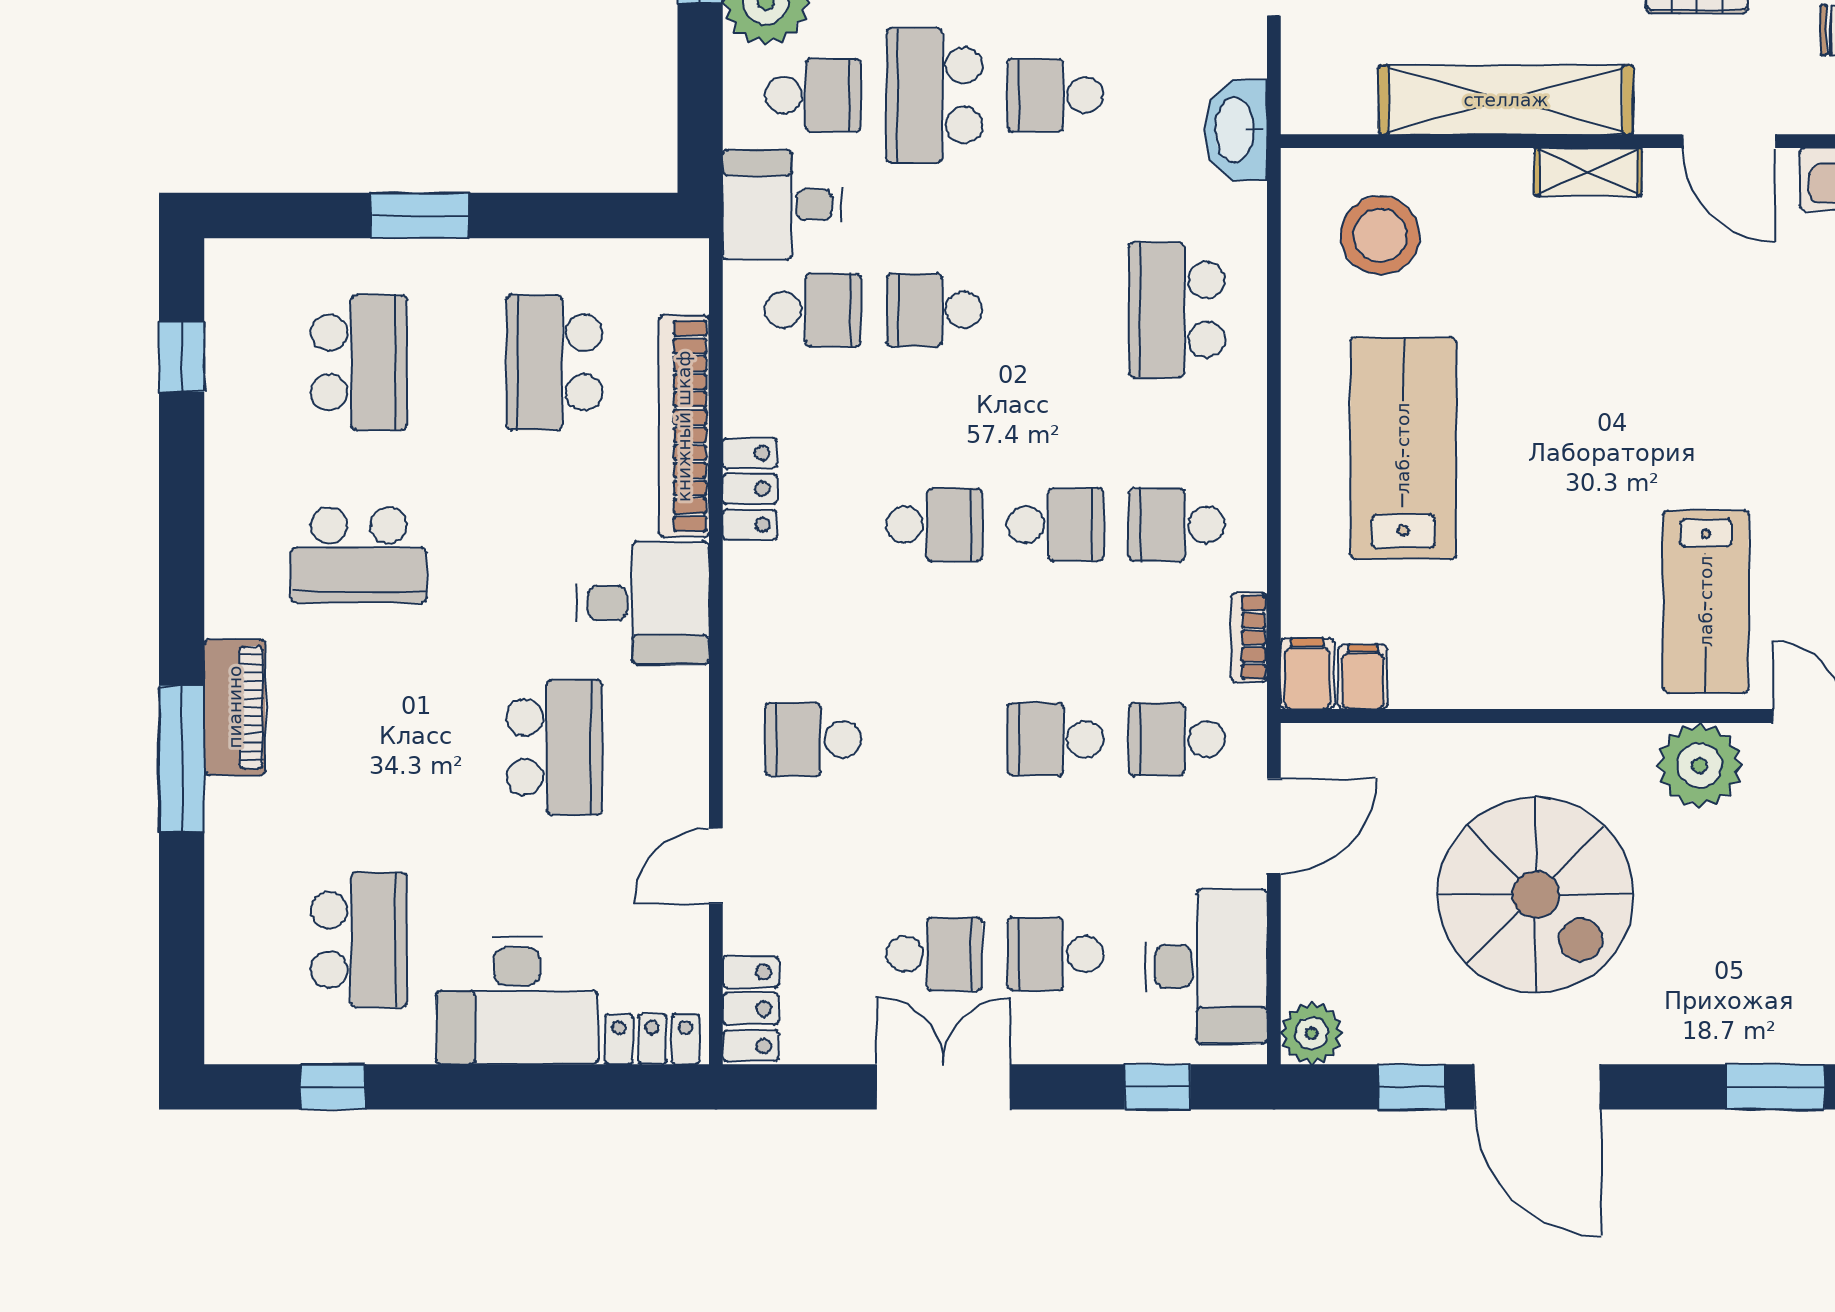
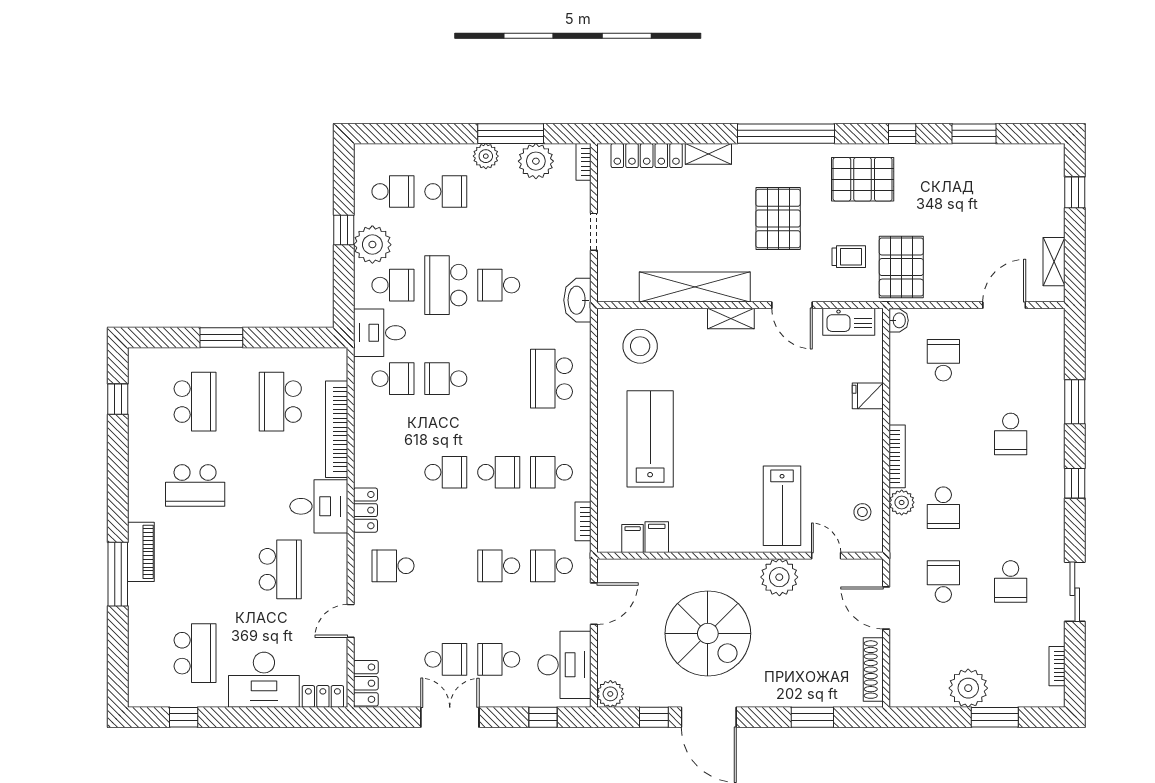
locker: (750, 489) -> (365, 510), moved
filing cabinet: (1307, 674) -> (657, 537), moved

